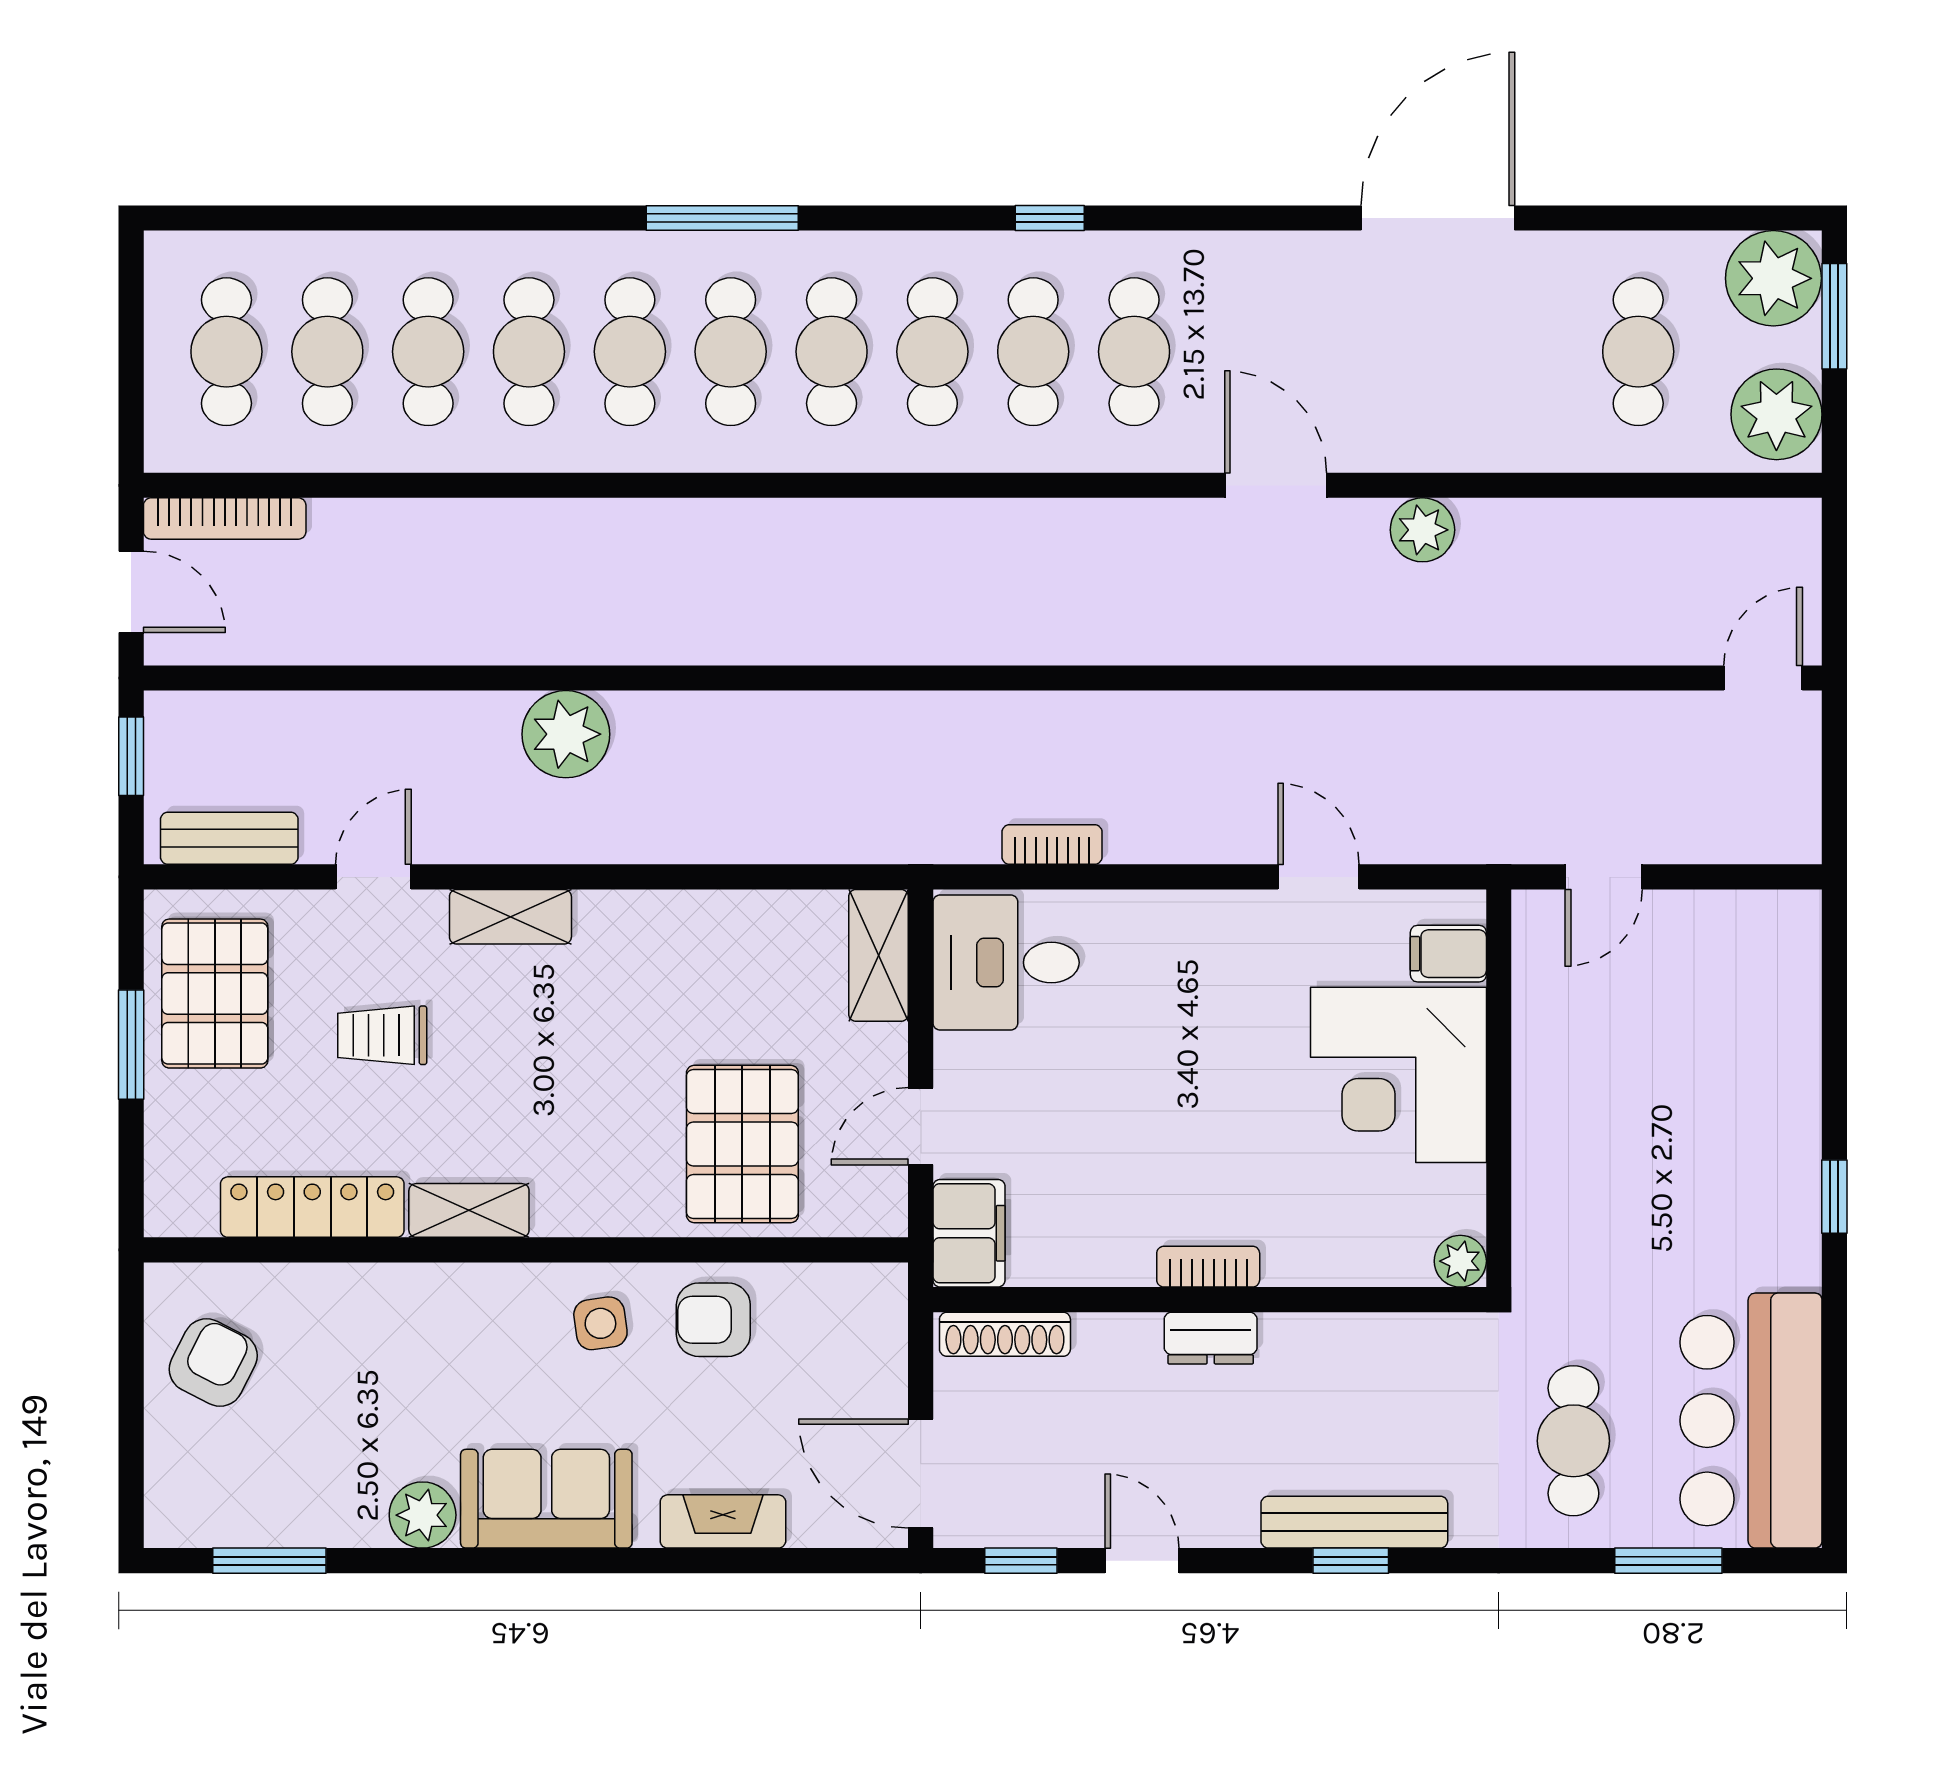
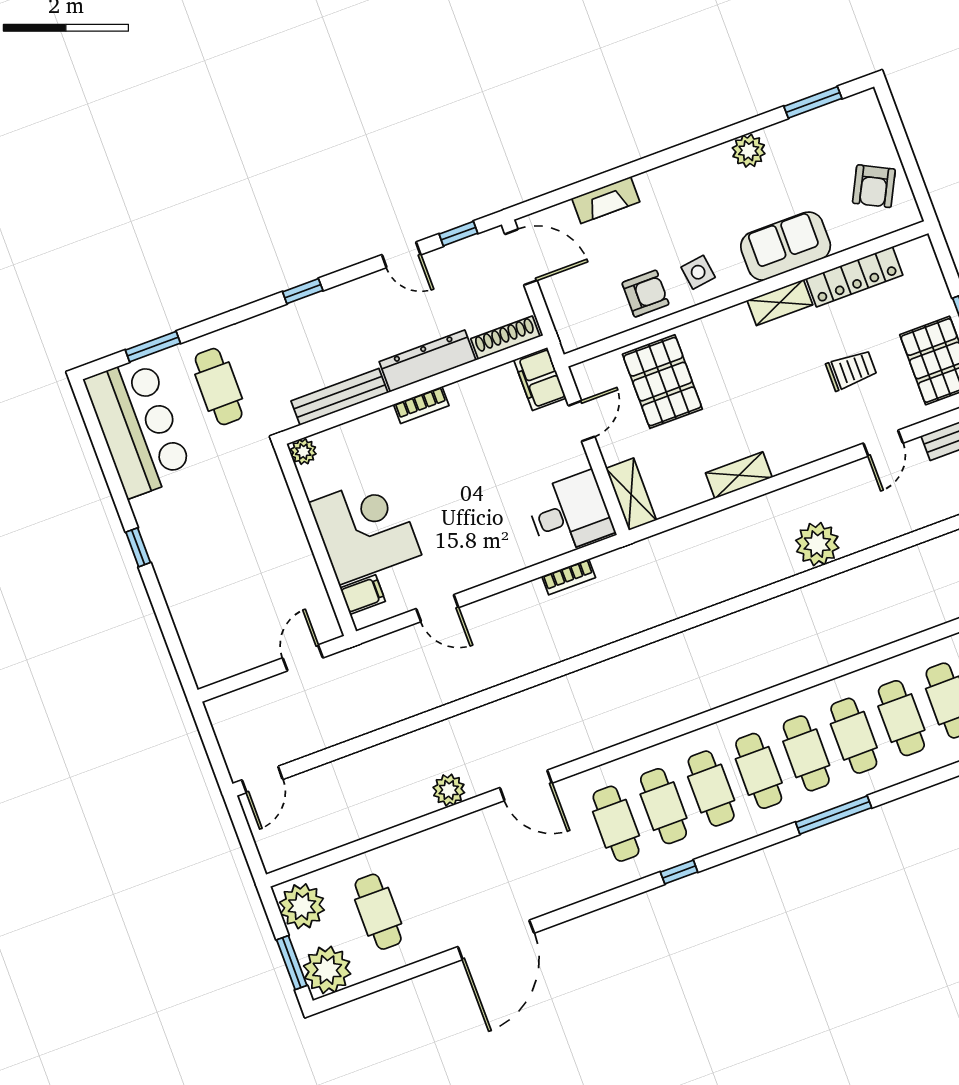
shelving: (510, 917) -> (739, 475), moved
dresser: (1211, 1338) -> (428, 361), width x1.96, depth x1.24
sofa: (546, 1499) -> (786, 246), moved, turned 180
bench: (1354, 1522) -> (340, 397), moved

